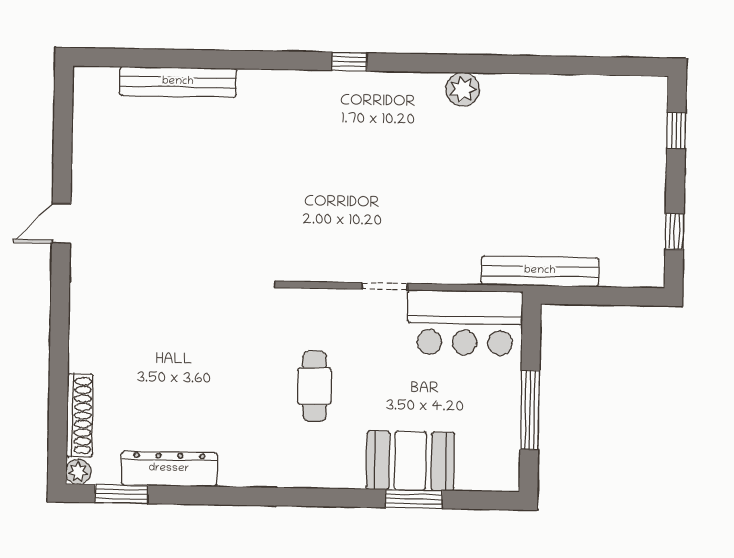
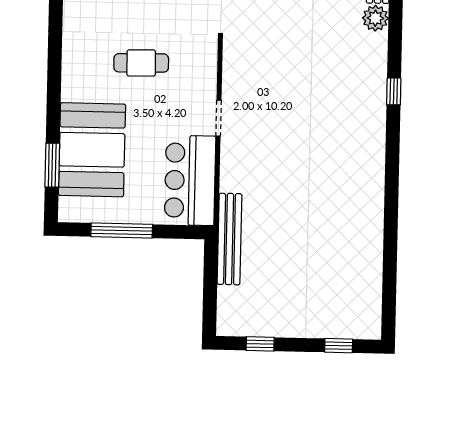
plant: (463, 89) -> (375, 18), moved
booth: (410, 461) -> (92, 150), width x1.36, depth x1.42
window: (414, 499) -> (52, 165), moved

